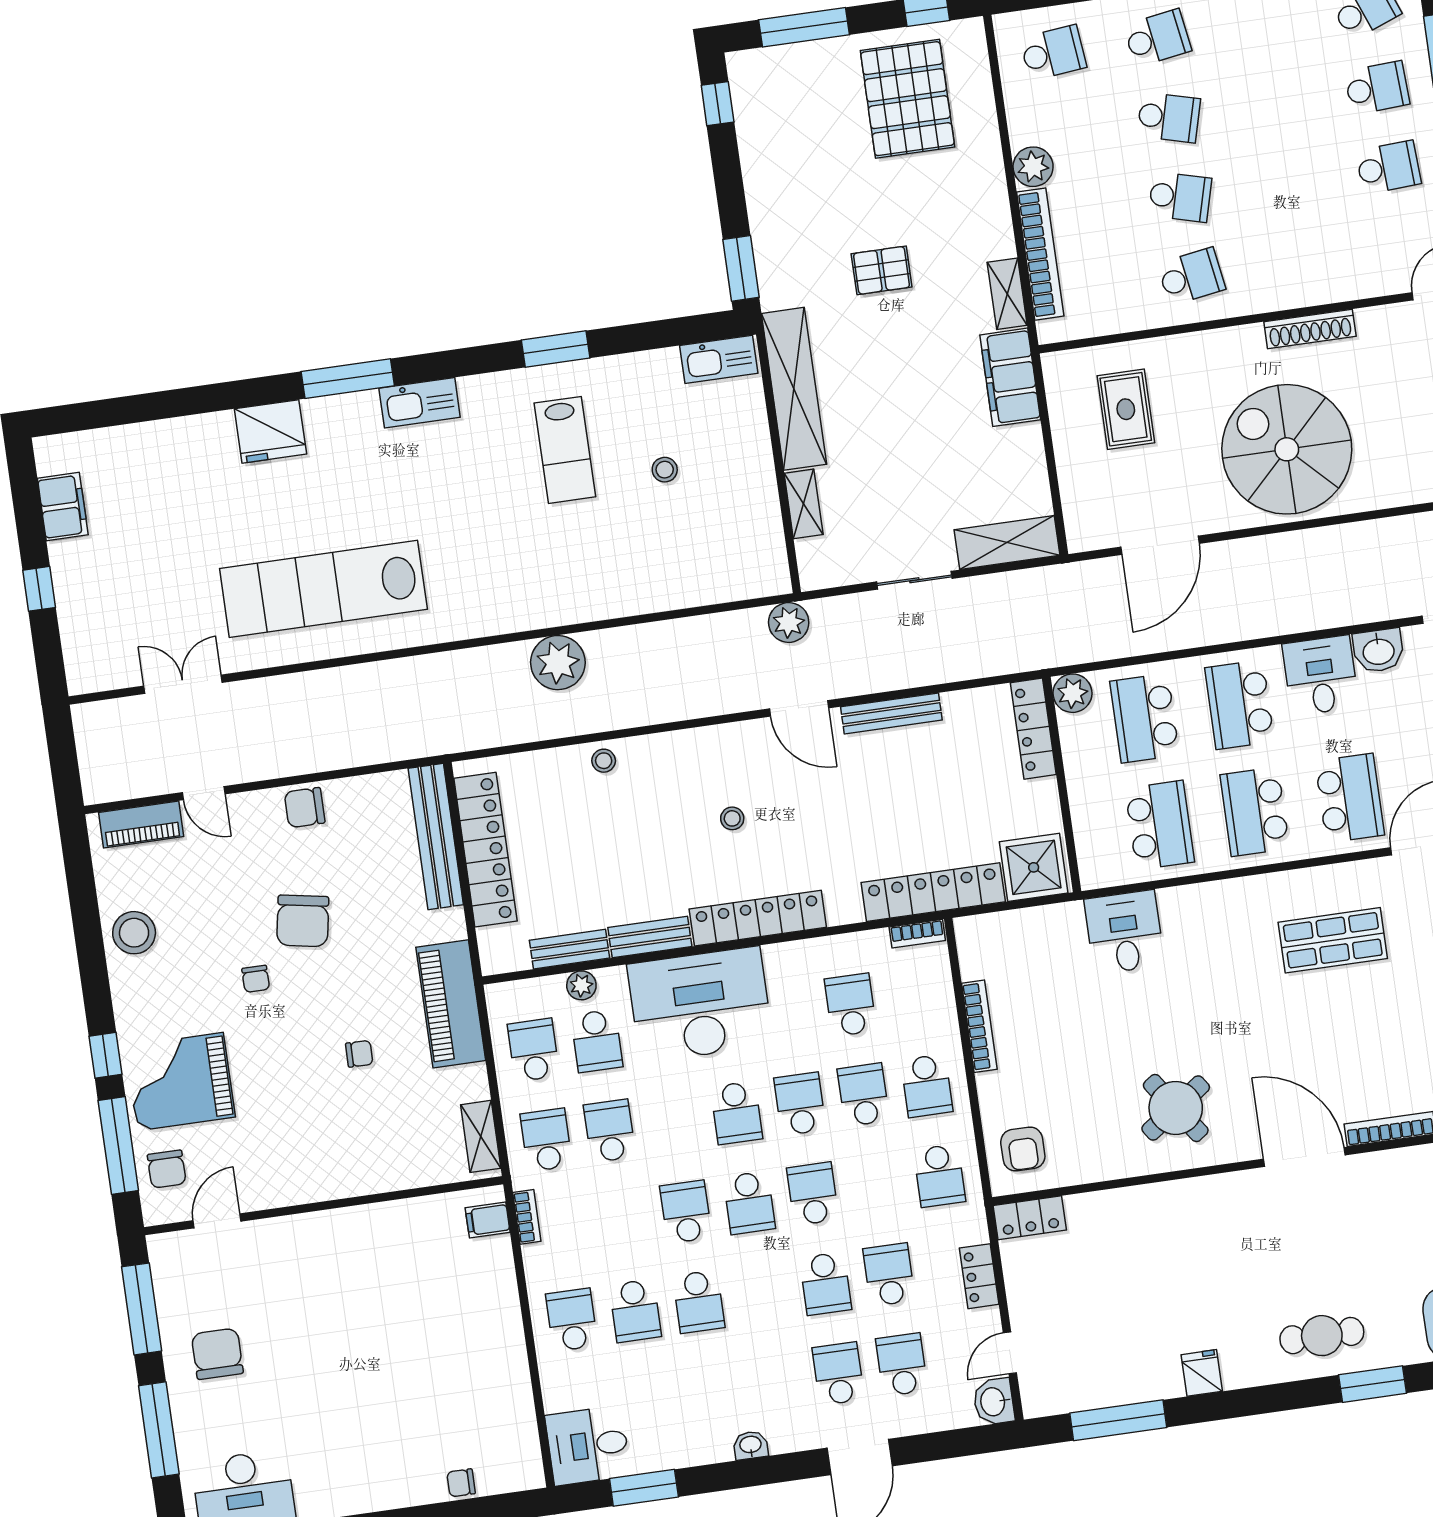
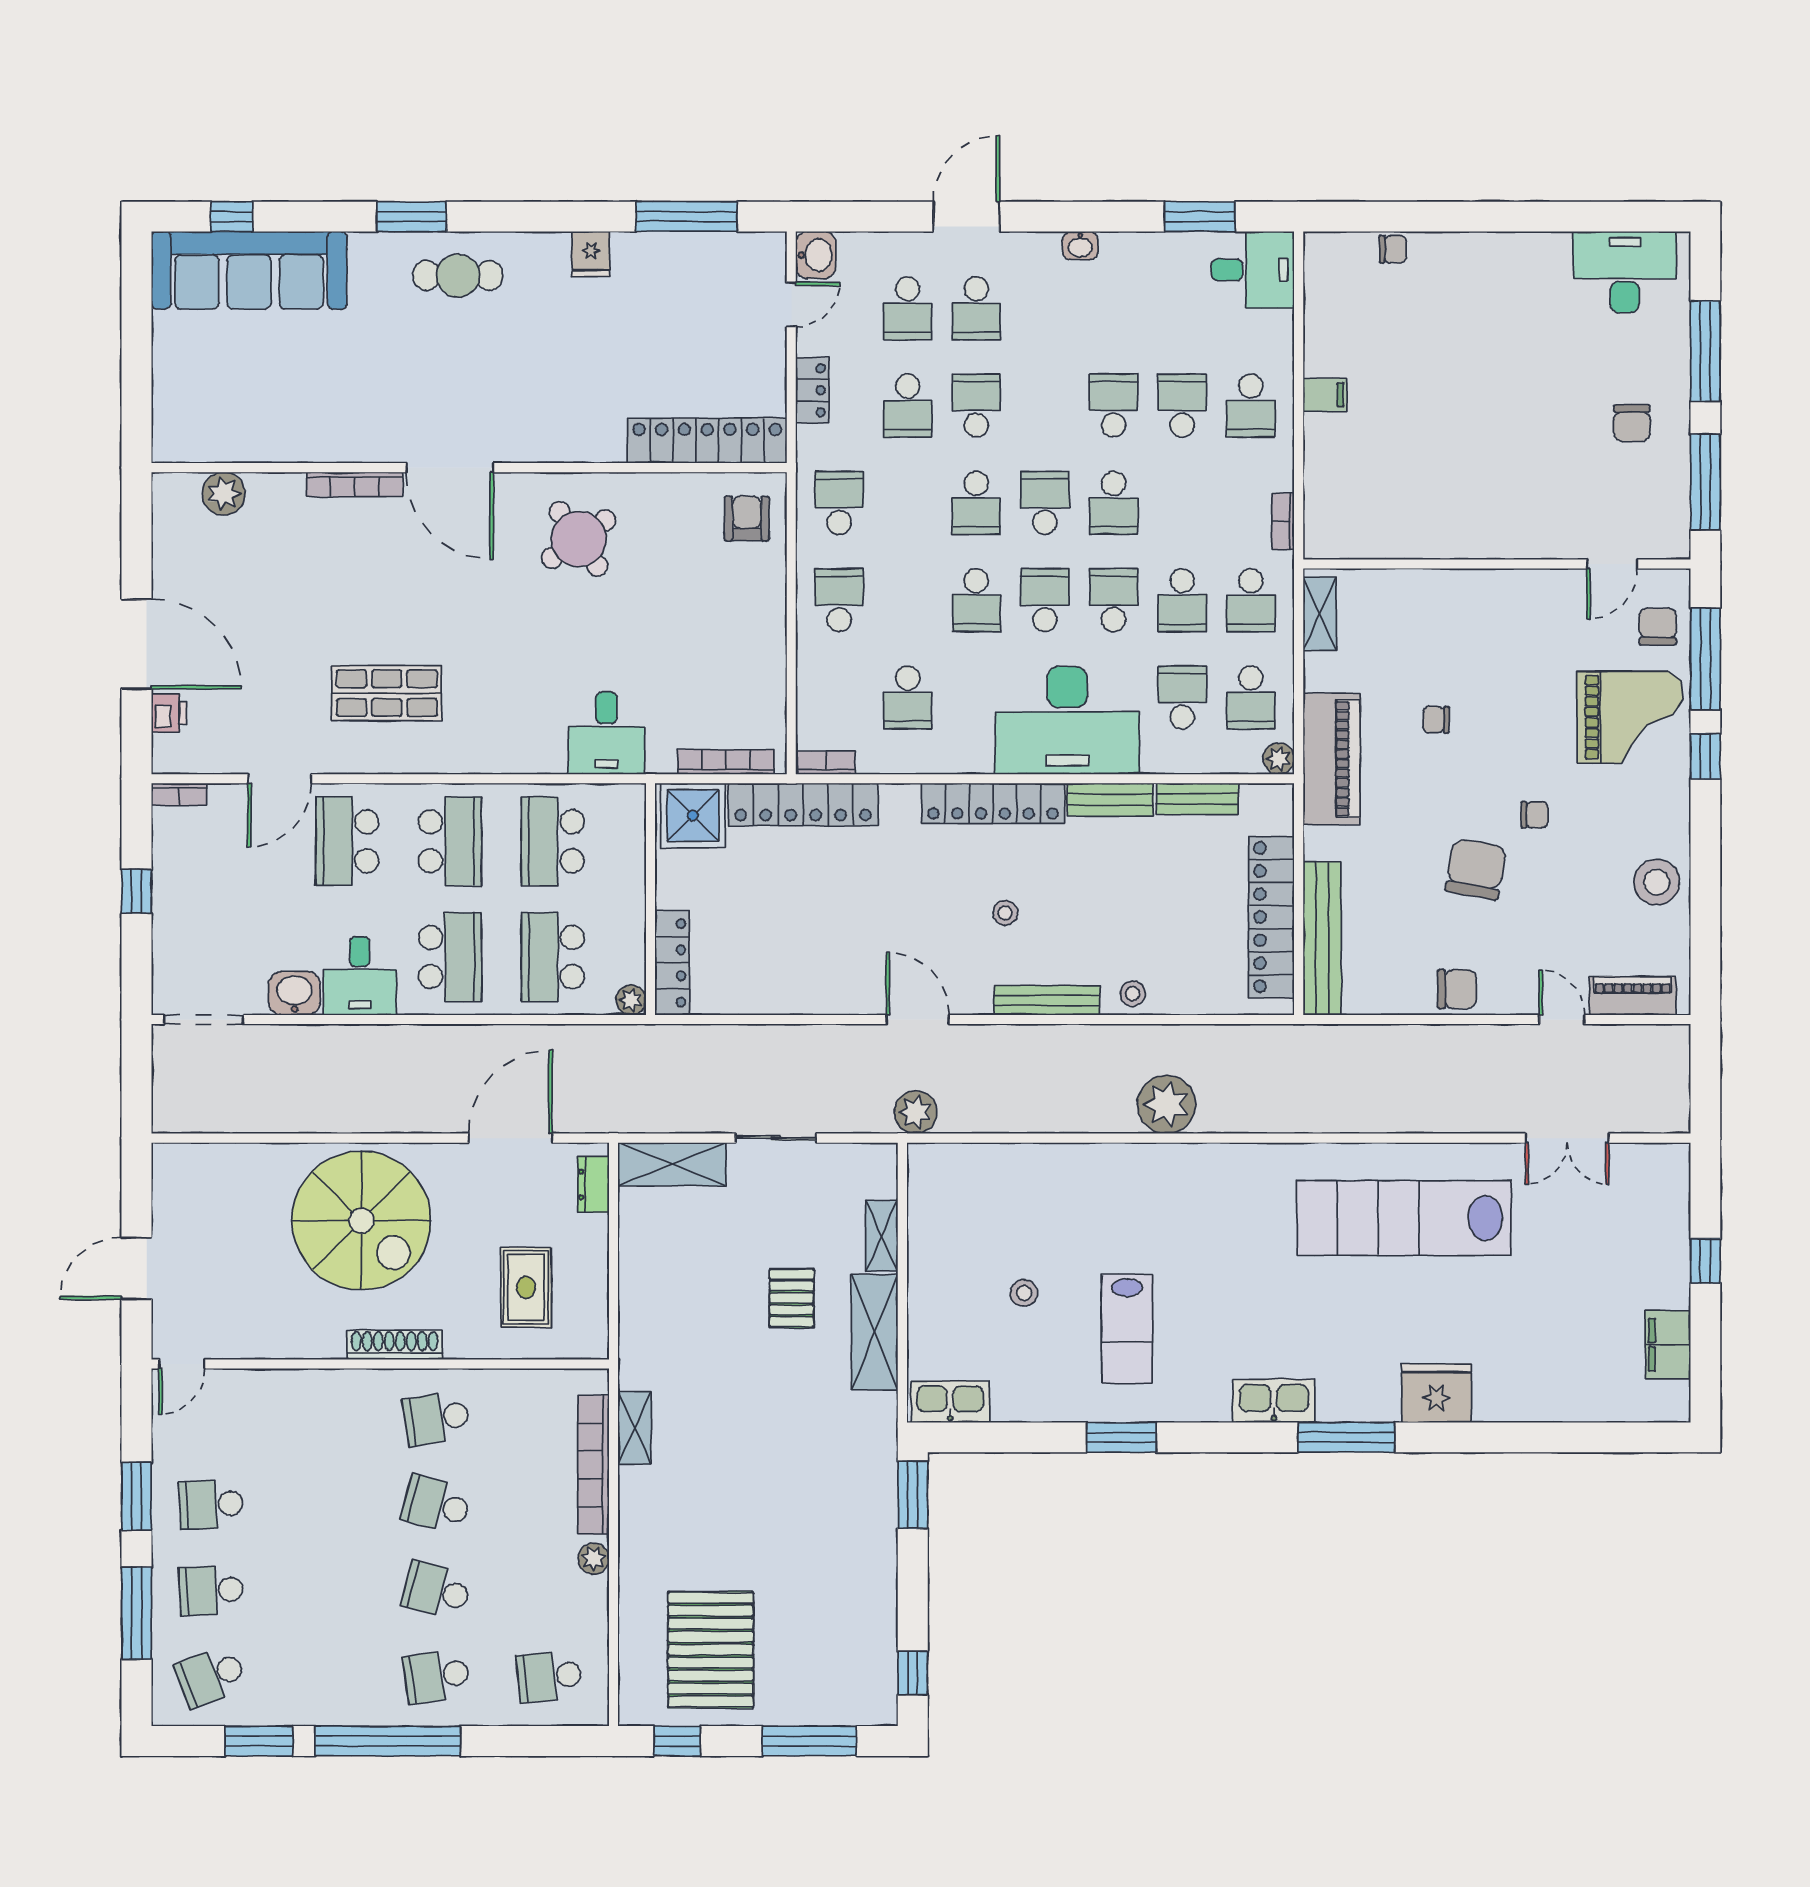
plant: (1033, 167) -> (594, 1559), width x0.73, depth x0.73
pallet: (882, 270) -> (792, 1298), moved, turned 90
shoe rack: (1310, 329) -> (395, 1345), moved
filing cabinet: (1010, 377) -> (644, 1339), removed
shelving: (794, 389) -> (875, 1332), width x0.68
lab bench: (565, 450) -> (1127, 1329), turned 180
dresser: (1077, 513) -> (593, 1184), added
lab bench: (323, 589) -> (1404, 1218), turned 180
plant: (1072, 693) -> (631, 1000), width x0.73, depth x0.73
bench: (891, 713) -> (1047, 1000), moved
school desk: (1145, 718) -> (553, 957), turned 180
chair: (256, 979) -> (1535, 815), turned 90
plant: (581, 985) -> (1279, 759), moved
bookcase: (979, 1026) -> (726, 762), moved, turned 90
school desk: (863, 1095) -> (1114, 600), moved, turned 180
locker: (1030, 1218) -> (707, 441), width x2.16, depth x1.21
filing cabinet: (488, 1220) -> (1325, 395), moved
chair: (217, 1354) -> (1632, 423), width x0.73, depth x0.73

